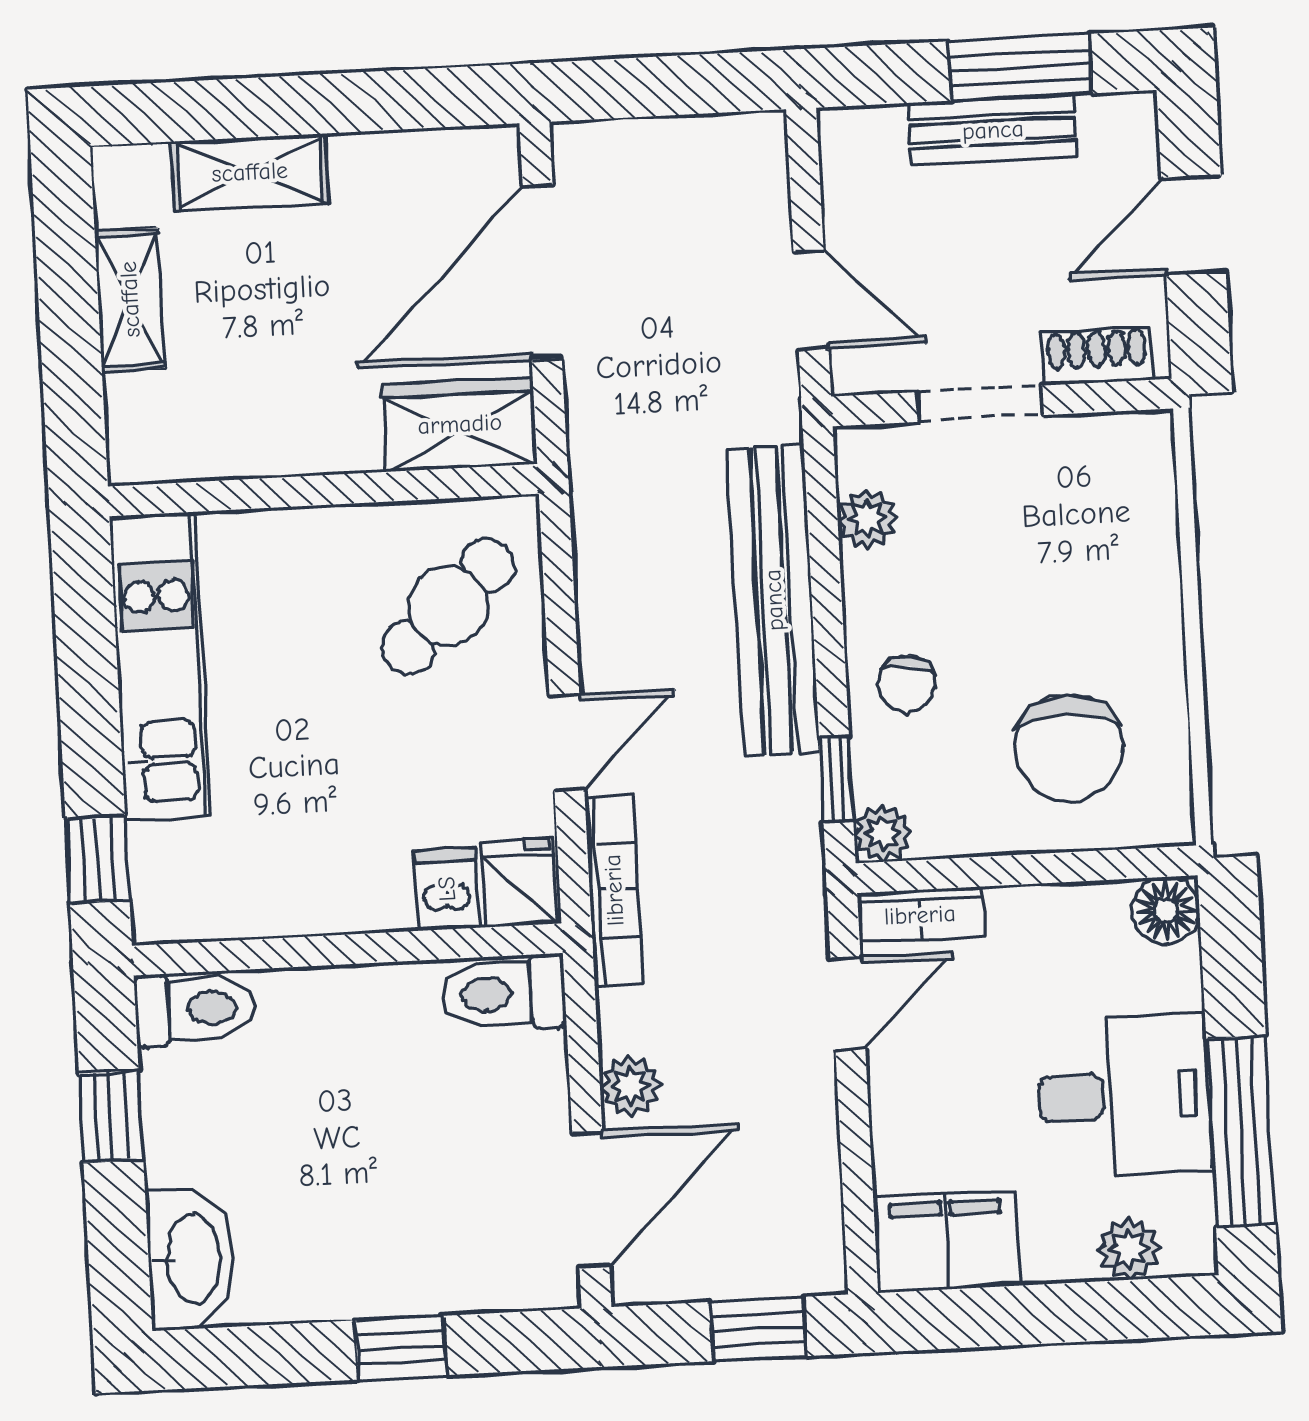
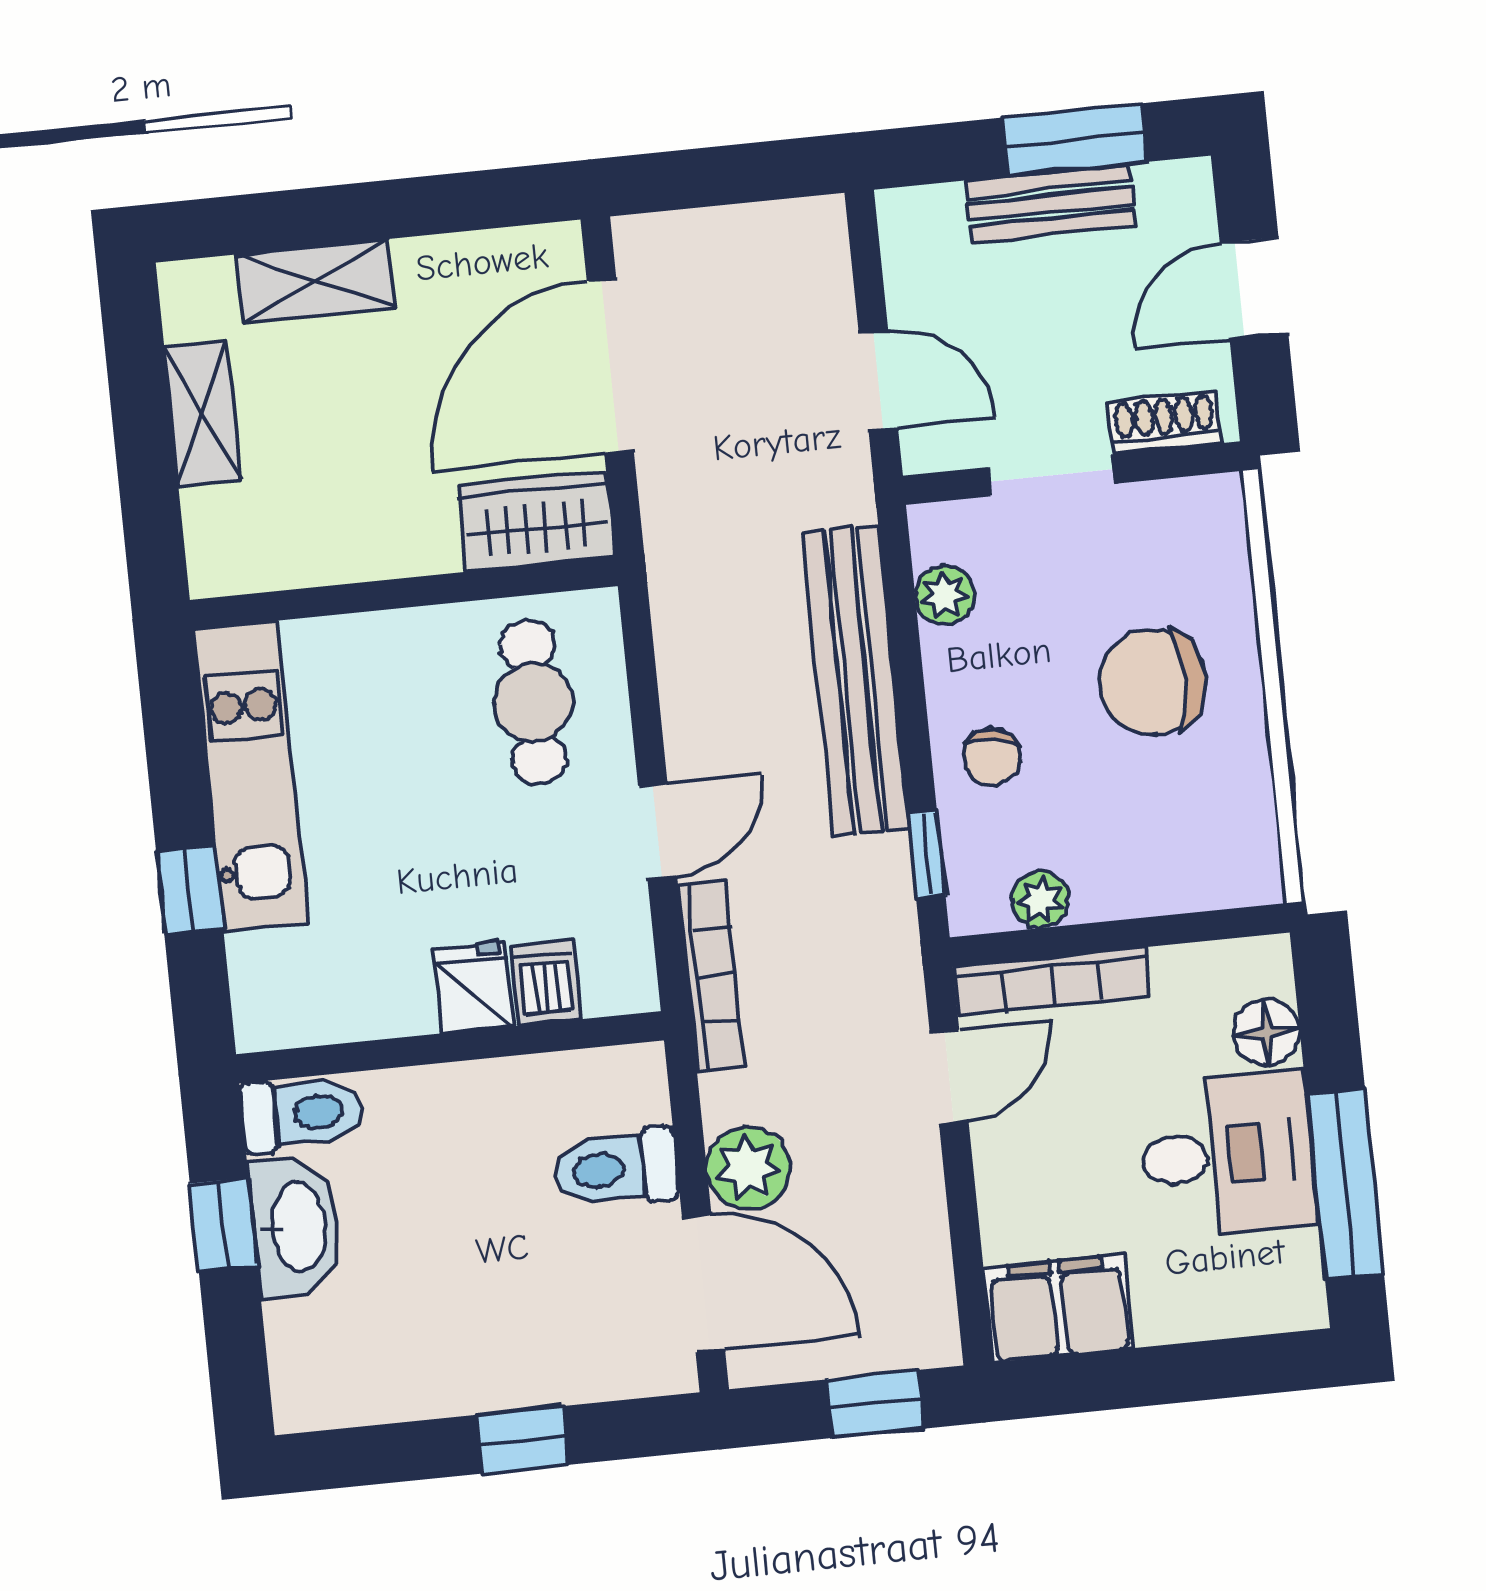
cafe table: (448, 606) -> (533, 702), turned -47
chair: (1069, 748) -> (1153, 682), moved, turned 90
plant: (883, 833) -> (1041, 900), moved
window: (98, 859) -> (190, 890), moved
fridge: (520, 883) -> (473, 987), moved
floor lamp: (1166, 910) -> (1266, 1032), moved
bookcase: (920, 915) -> (1051, 982), width x1.56
toilet: (503, 994) -> (615, 1168), moved
plant: (630, 1086) -> (748, 1168), width x1.38, depth x1.38
door: (591, 1199) -> (704, 1284), hinge flipped
plant: (1129, 1249) -> (1240, 1306), removed
washbasin: (191, 1259) -> (296, 1227), moved

